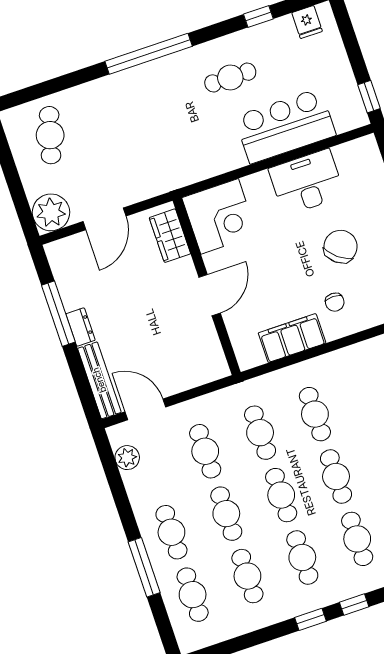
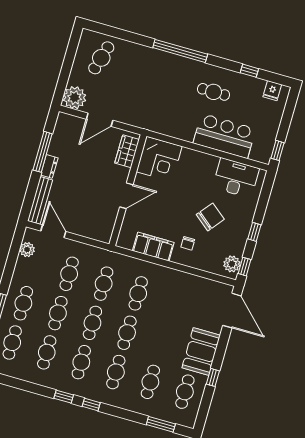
desk: (307, 182) -> (236, 178), moved

